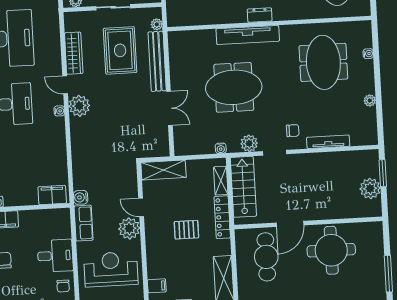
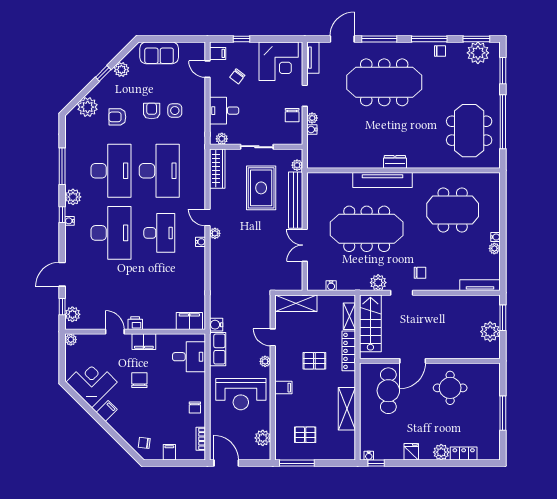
wardrobe: (74, 53) -> (217, 169), moved
water cooler: (368, 54) -> (495, 237), moved
meeting table: (323, 62) -> (453, 210), turned 90
meeting table: (234, 87) -> (367, 229), width x1.36
plant: (79, 106) -> (215, 233), width x0.53, depth x0.53
double door: (169, 108) -> (305, 245), swing flipped
tv unit: (328, 142) -> (480, 285), moved
water cooler: (221, 148) -> (331, 286), moved
plant: (129, 228) -> (265, 361), width x0.53, depth x0.53
round table: (331, 250) -> (450, 388), width x0.73, depth x0.73
desk: (55, 256) -> (189, 357), moved
reception desk: (111, 269) -> (241, 394), turned 180
filing cabinet: (157, 286) -> (283, 388), moved

